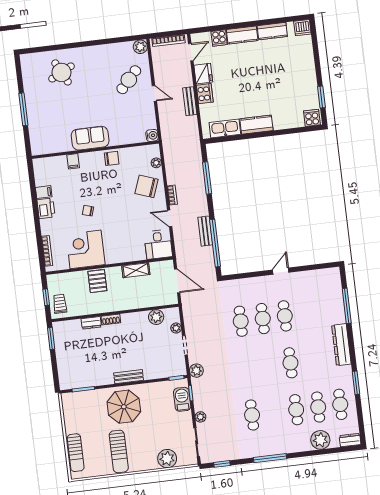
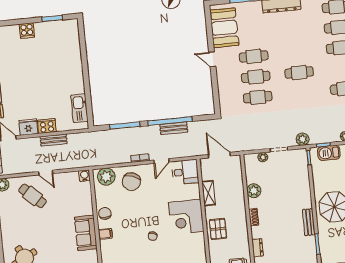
door: (154, 93) -> (46, 173), swing flipped
cooker: (312, 118) -> (27, 31), moved, turned -90
kitchen counter: (256, 125) -> (76, 79), removed
filing cabinet: (73, 161) -> (105, 234), moved
plant: (156, 163) -> (106, 177), width x1.88, depth x1.88
window: (215, 243) -> (170, 121), moved
corner desk: (86, 249) -> (186, 217), moved
pallet: (97, 281) -> (218, 229), turned 90
door: (177, 281) -> (219, 155), hinge flipped
booth: (315, 283) -> (224, 28), added
plant: (156, 317) -> (254, 191), moved
dresser: (91, 323) -> (258, 248), moved
cafe table: (290, 363) -> (299, 73), moved
bench: (129, 377) -> (309, 222), moved

